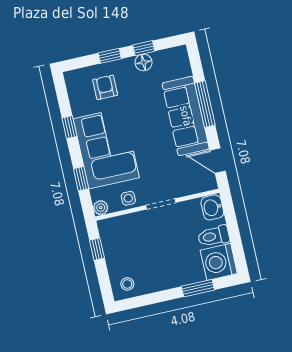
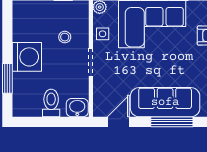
washing machine: (219, 262) -> (27, 57), moved, turned 90
stool: (127, 284) -> (65, 37), moved

